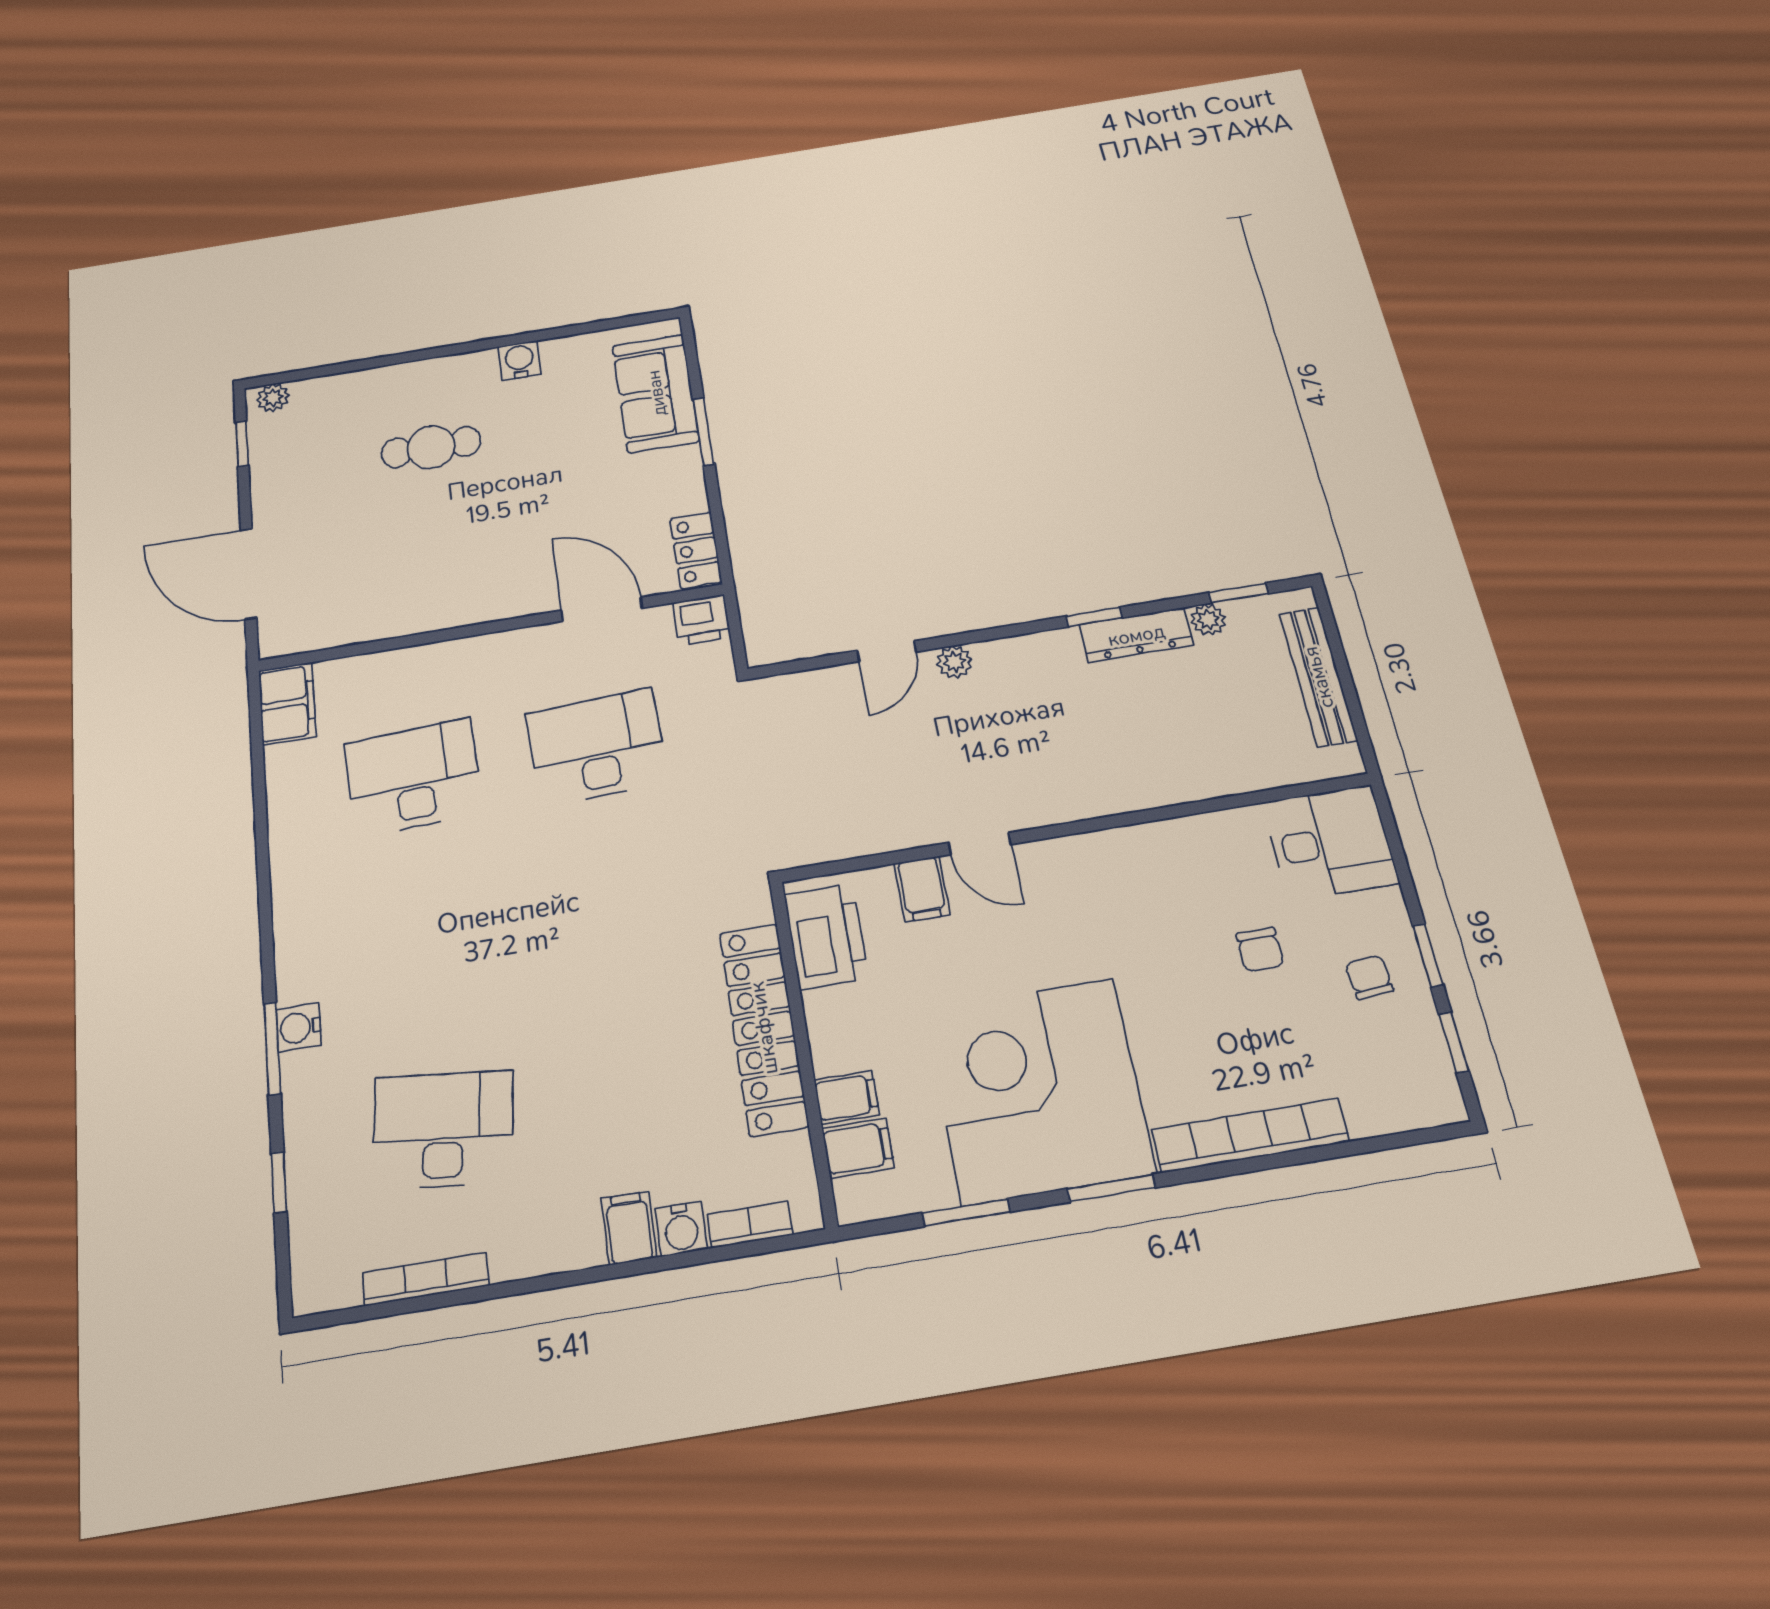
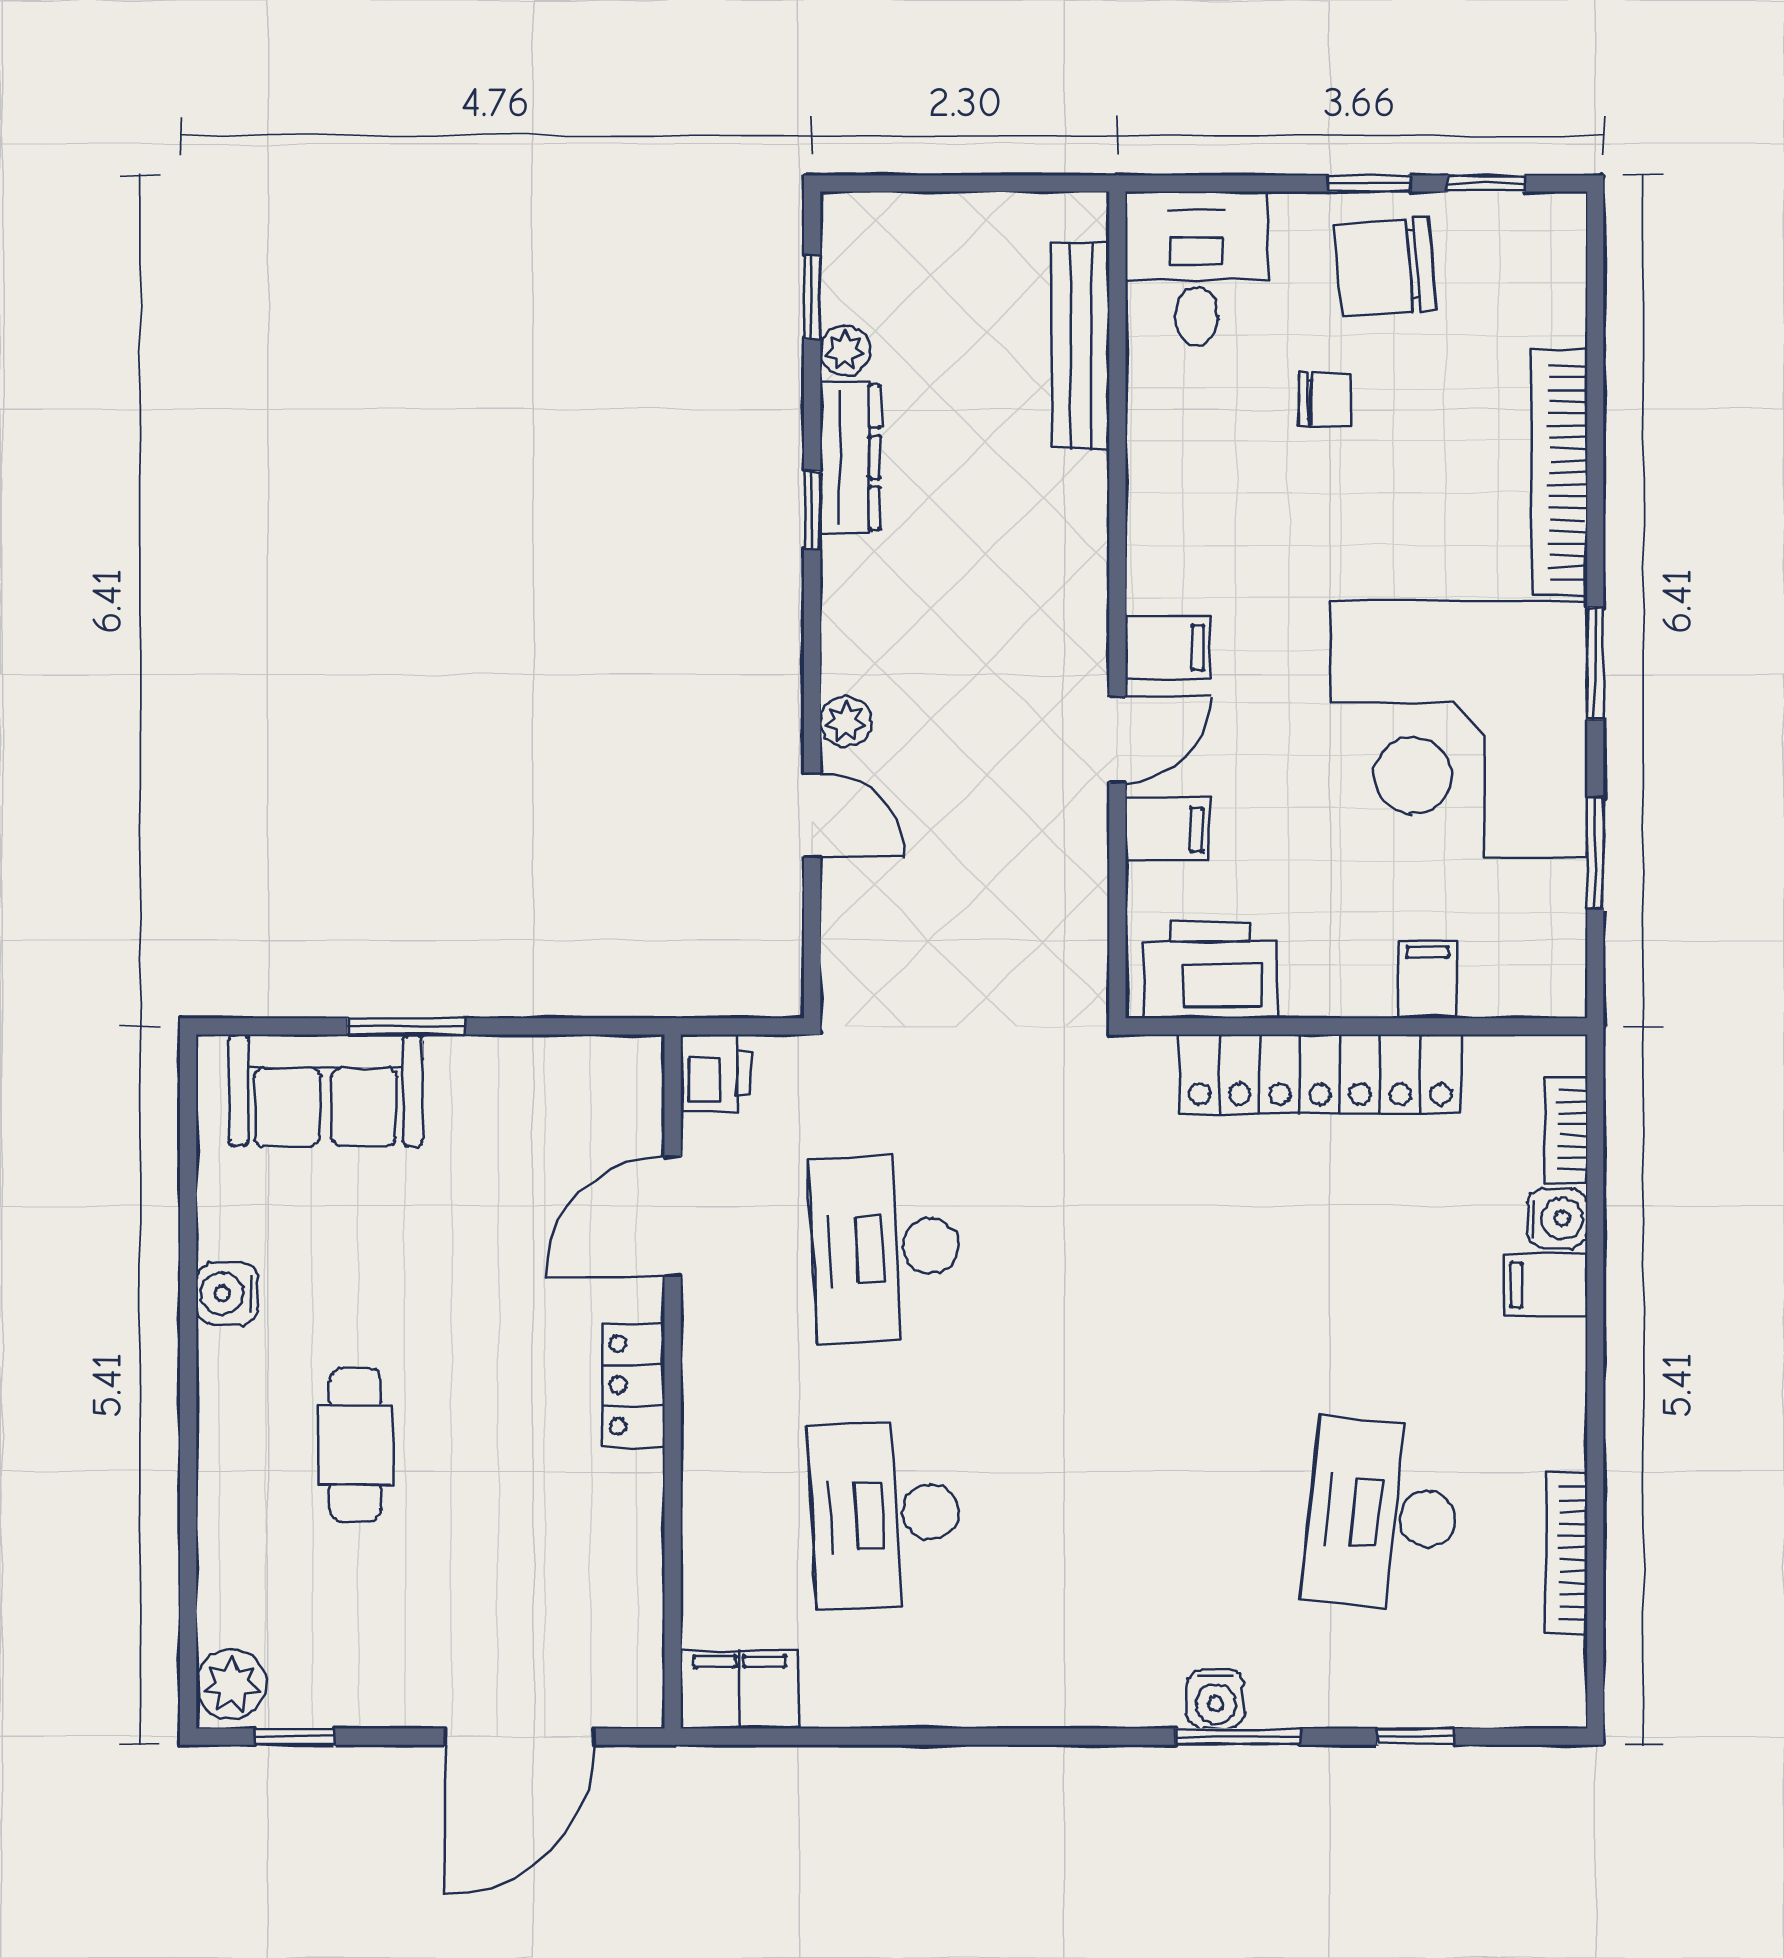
plant: (273, 398) -> (231, 1684), width x1.38, depth x1.38
locker: (696, 550) -> (633, 1385), moved, turned 90
bench: (1318, 677) -> (1081, 346), moved, turned 90
chair: (1369, 977) -> (1385, 267), width x1.87, depth x1.87
filing cabinet: (858, 1148) -> (1168, 648), moved, turned 90

